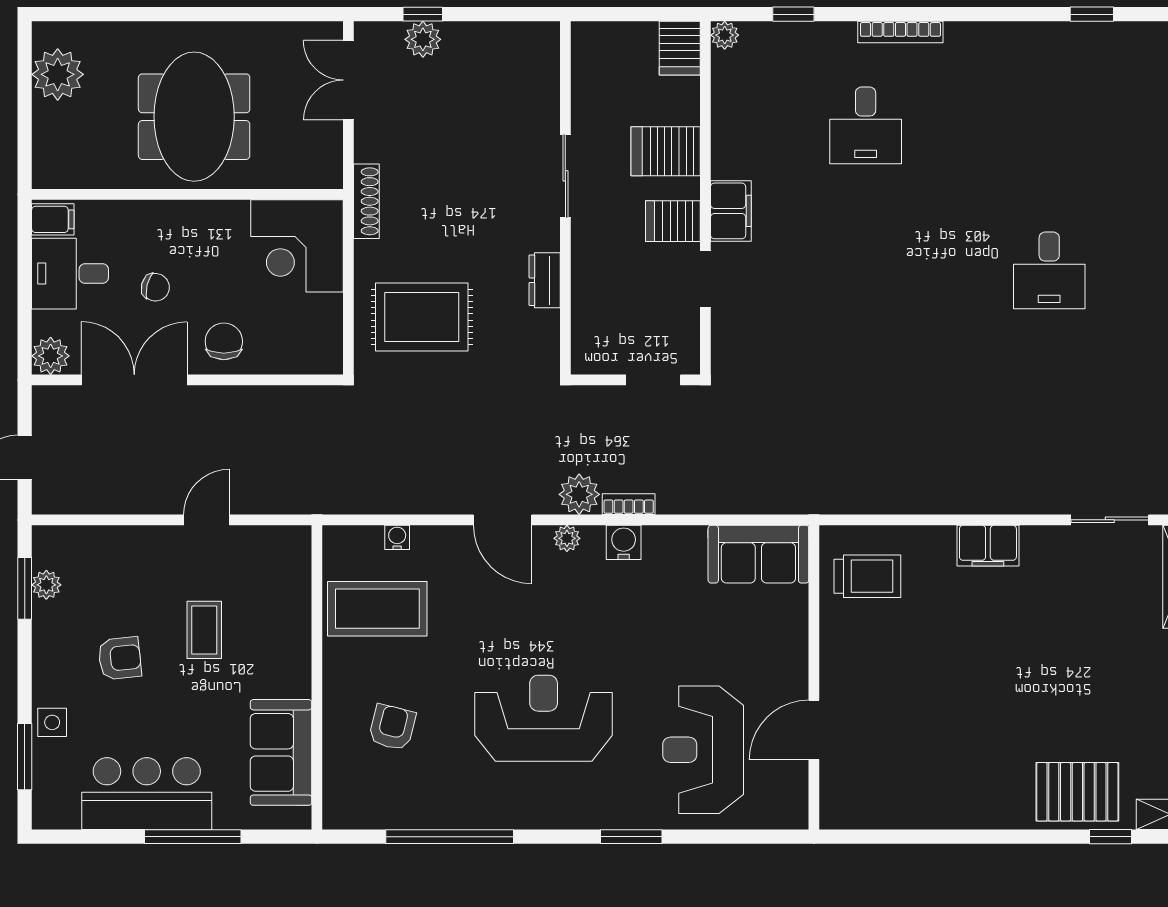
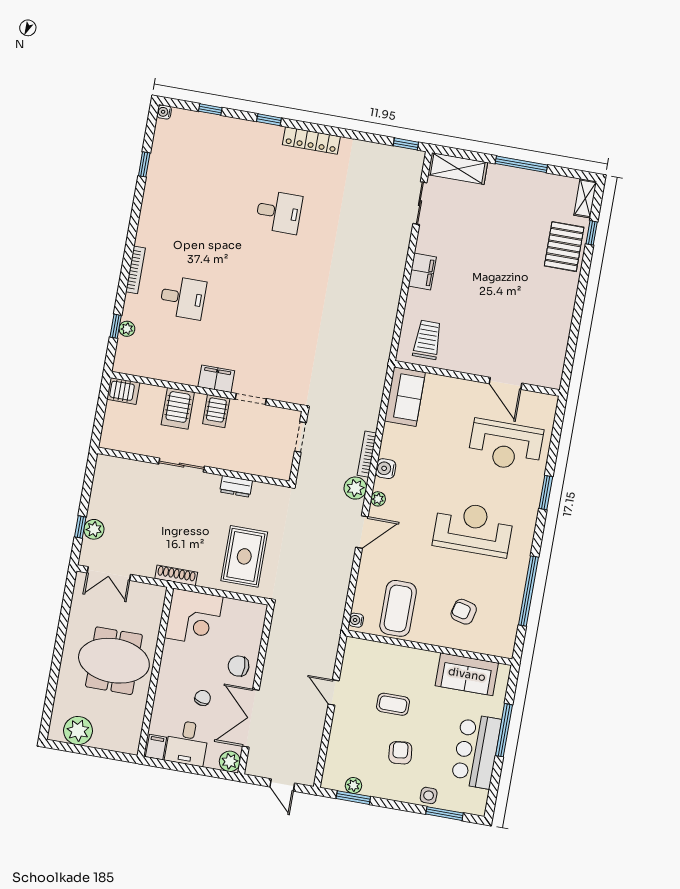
plant: (725, 35) -> (127, 329), moved
bookcase: (629, 504) -> (367, 454), width x1.56
water cooler: (397, 537) -> (356, 620), moved
reception desk: (544, 718) -> (473, 529), turned 90

